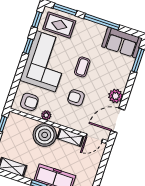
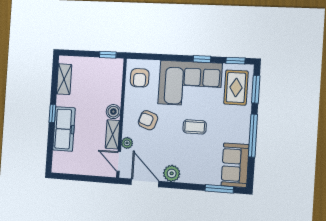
armchair: (76, 98) -> (148, 120), moved, turned -71
plant: (46, 115) -> (127, 143), moved
boiler: (45, 135) -> (113, 112), width x0.54, depth x0.54

